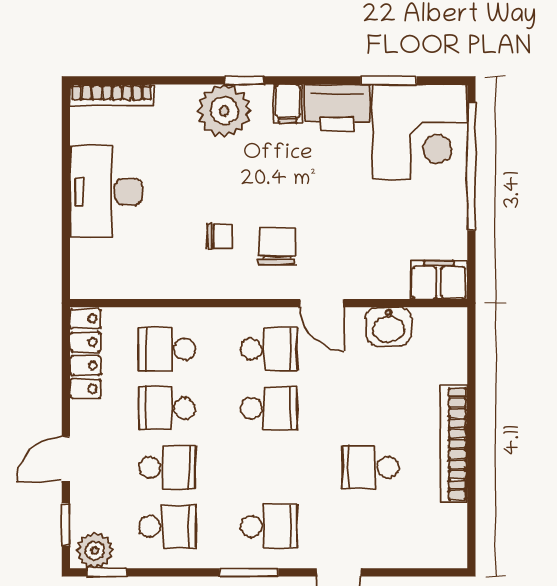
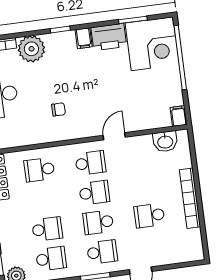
plant: (224, 111) -> (31, 49), moved
chair: (277, 246) -> (88, 111), removed
filing cabinet: (439, 280) -> (179, 116), width x0.50
door: (322, 303) -> (114, 136), swing flipped
washbasin: (388, 326) -> (165, 142), moved
school desk: (167, 408) -> (98, 222), moved

